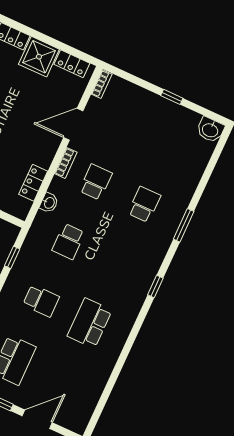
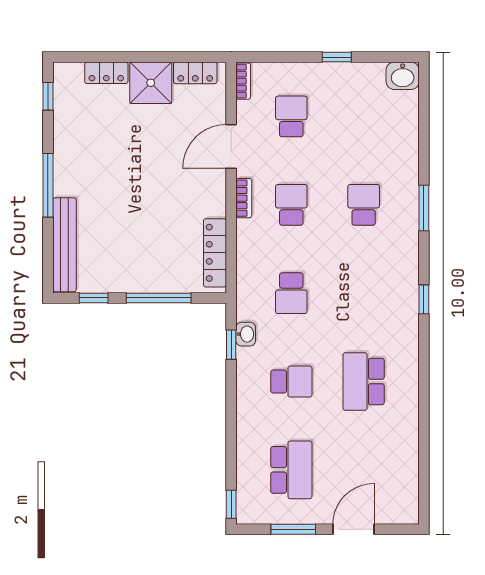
school desk: (123, 123) -> (291, 116), added
locker: (33, 183) -> (215, 253), width x1.53
washbasin: (49, 203) -> (246, 334), moved

